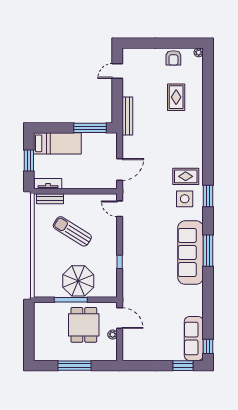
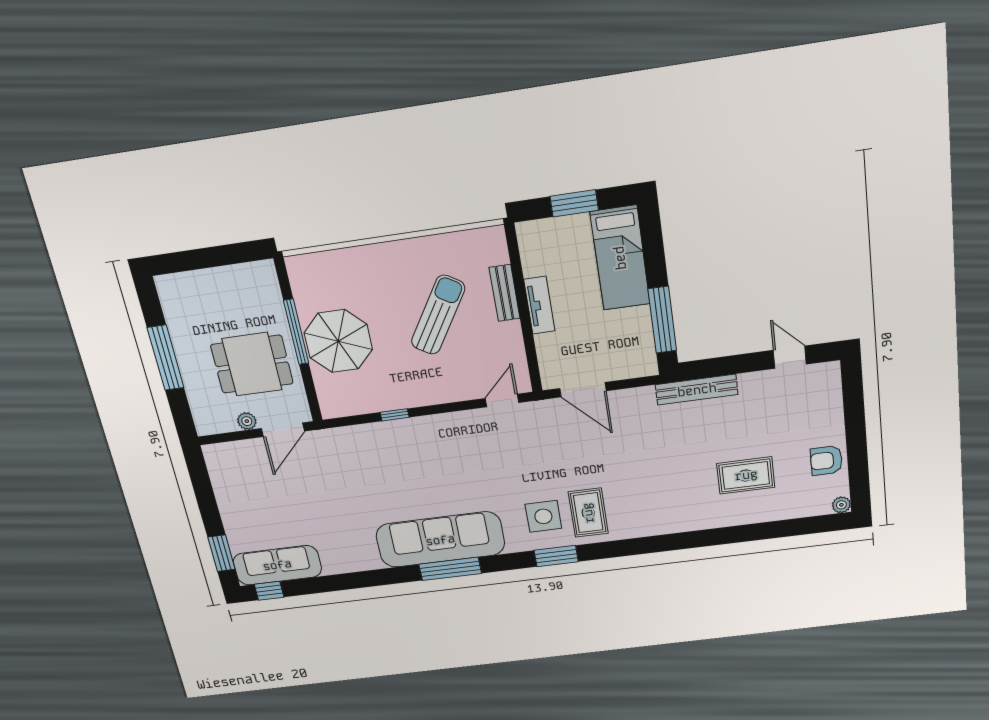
tv unit: (48, 184) -> (539, 305), moved
bench: (50, 199) -> (505, 293), moved

